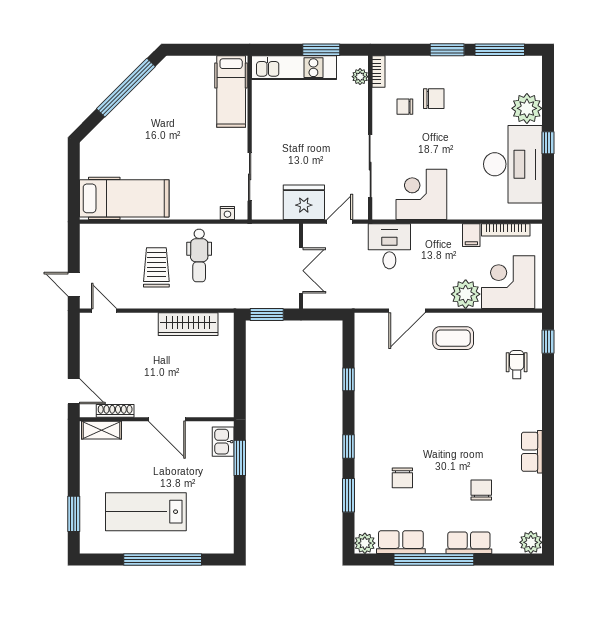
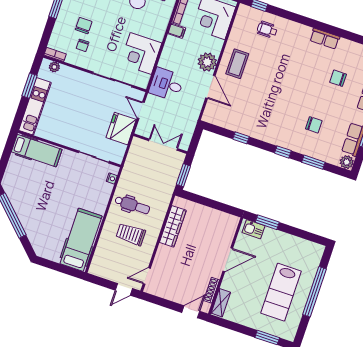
plant: (466, 294) -> (207, 62), moved

